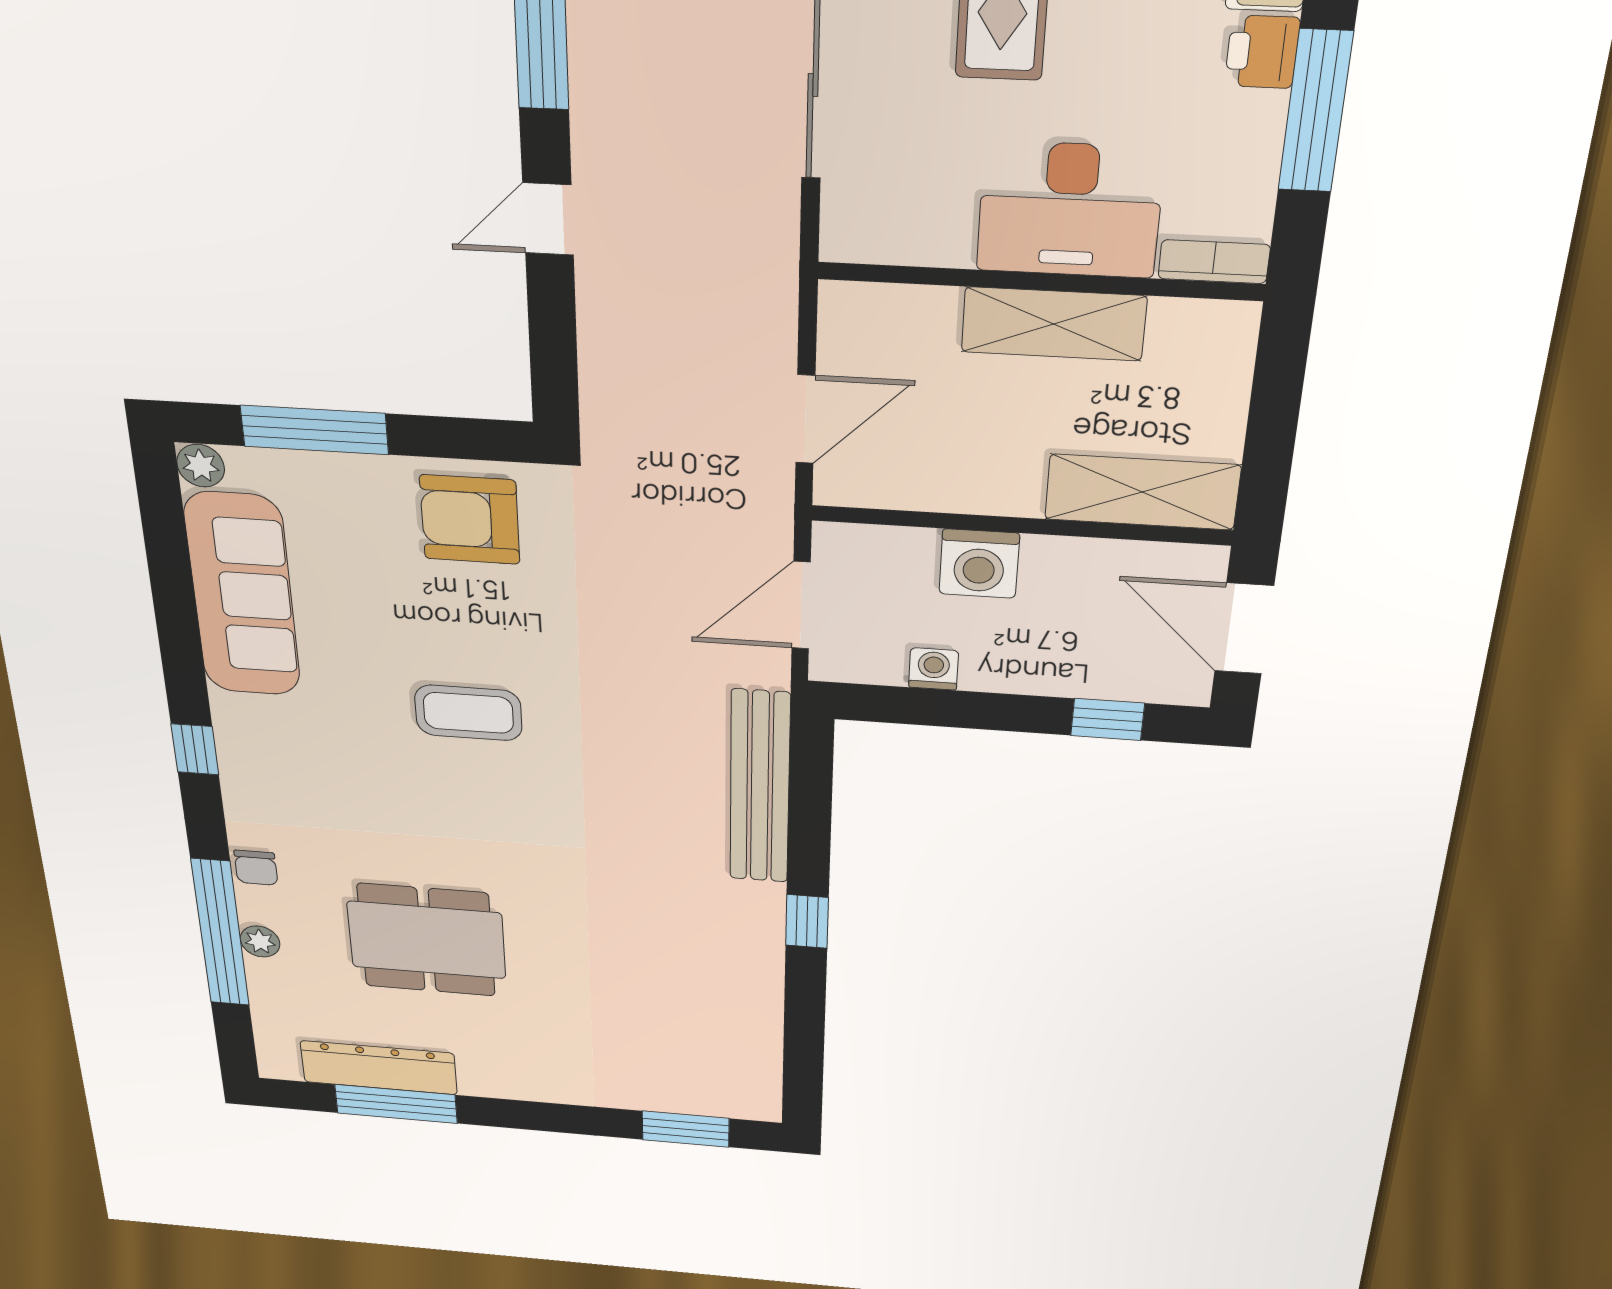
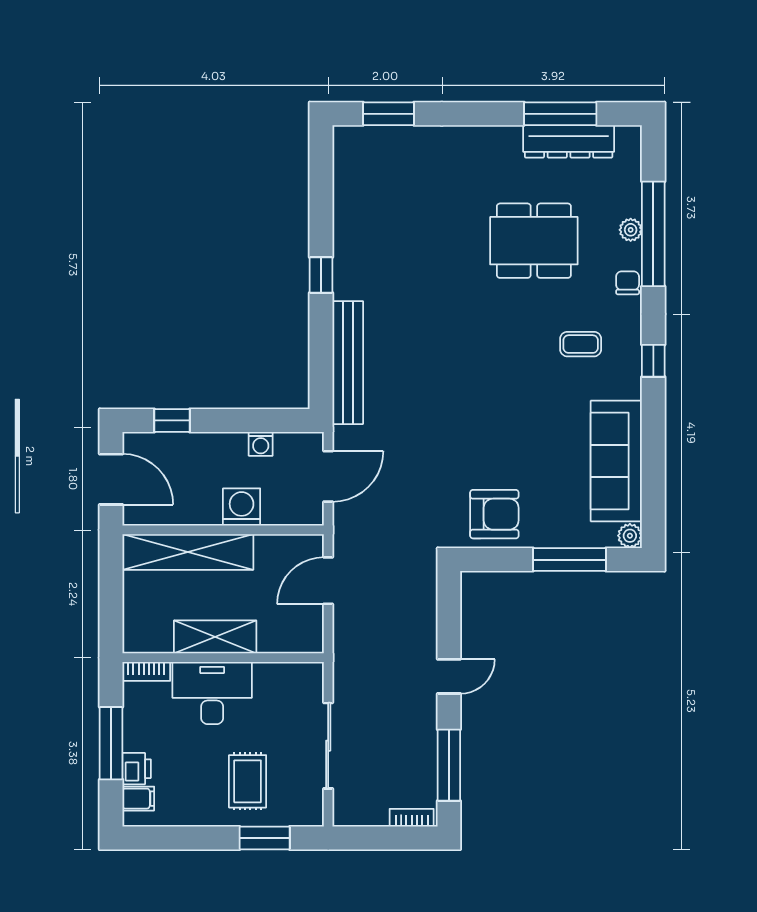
shelving: (1142, 492) -> (188, 552), width x1.47
coffee table: (468, 713) -> (581, 344), moved, width x0.73, depth x0.77

